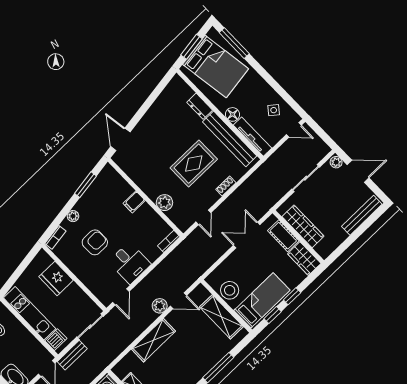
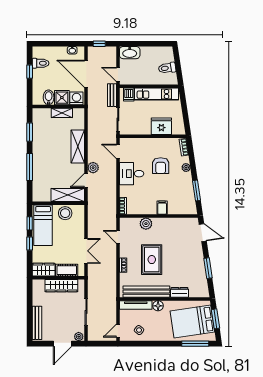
window: (150, 101) -> (208, 268), added
shelving: (221, 317) -> (68, 195), moved

